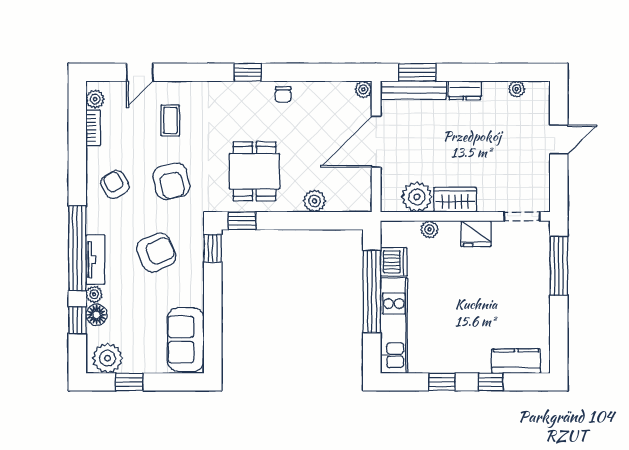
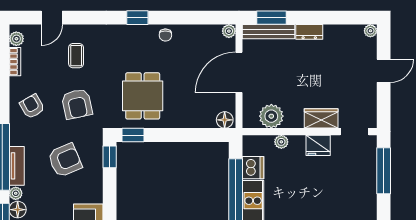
plant: (517, 89) -> (370, 31), moved
wardrobe: (455, 200) -> (321, 118), moved
plant: (315, 201) -> (190, 119), removed
floor lamp: (358, 202) -> (225, 120), added

